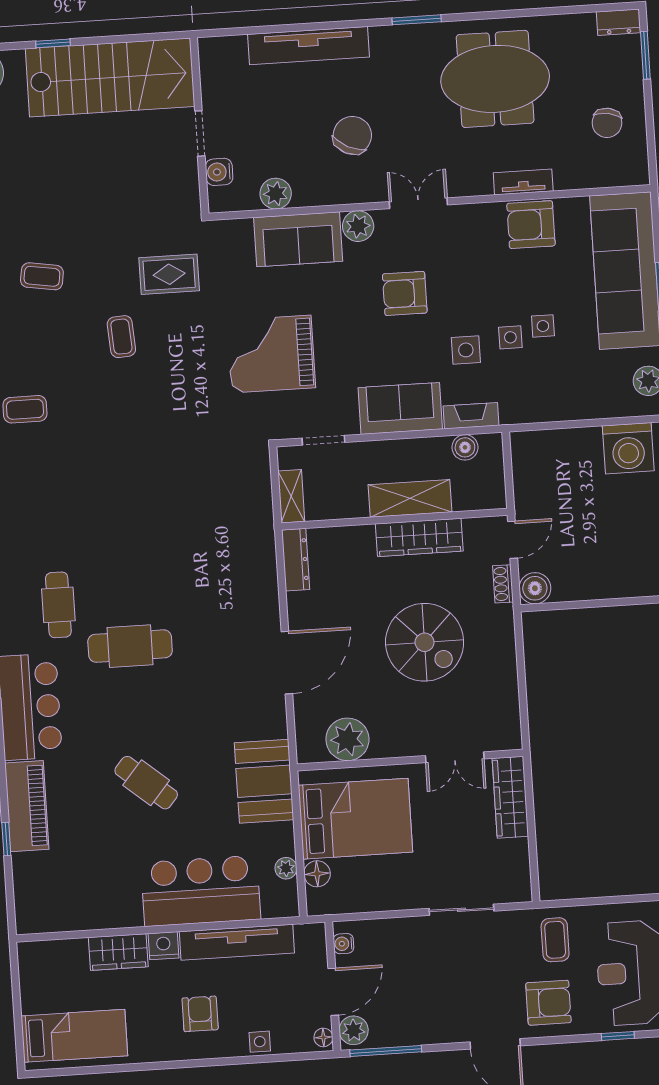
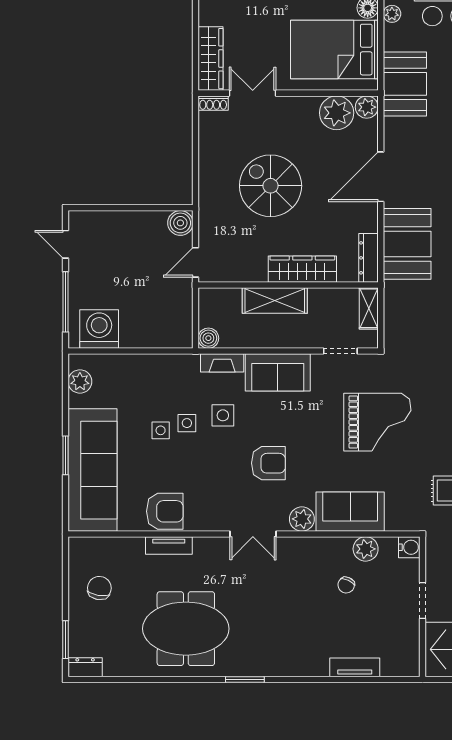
tv unit: (308, 46) -> (355, 667), width x0.52, depth x0.78
chair: (352, 135) -> (346, 585), moved, width x0.54, depth x0.54
water cooler: (219, 172) -> (409, 547), moved
boiler: (465, 447) -> (208, 338), moved
wardrobe: (419, 537) -> (302, 269), moved
booth: (248, 580) -> (407, 244), added
shoe rack: (503, 584) -> (213, 103), moved, turned 90
plant: (310, 749) -> (367, 107), added

